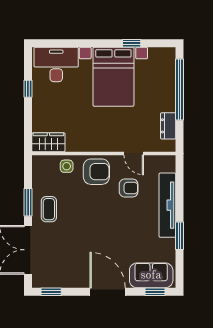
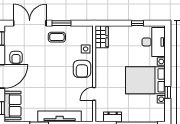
armchair: (129, 188) -> (16, 57), moved

